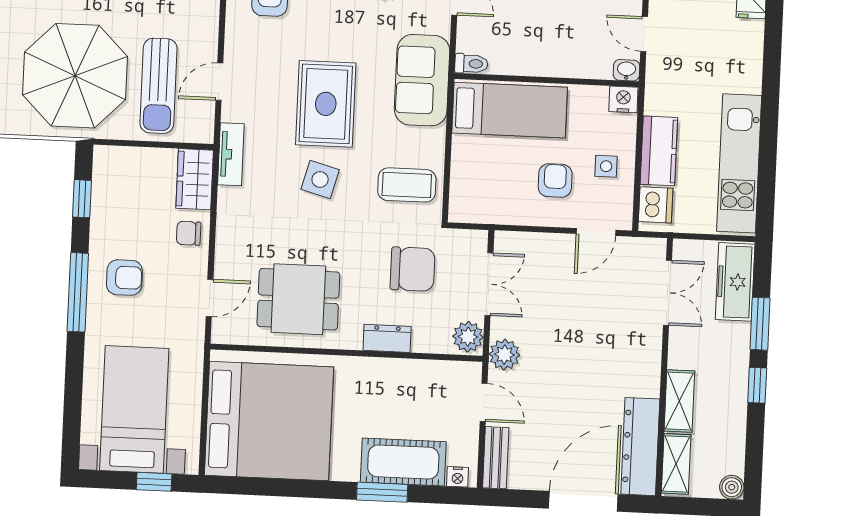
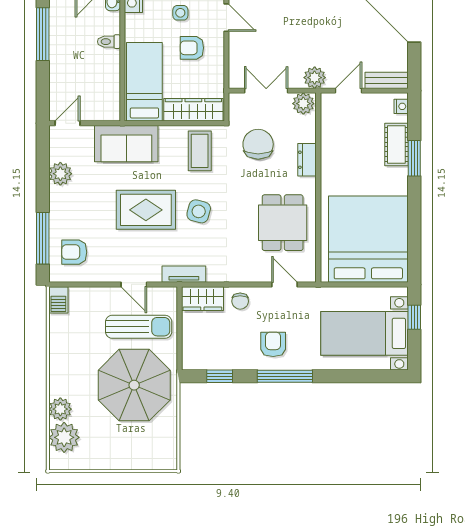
toilet: (471, 64) -> (109, 42), moved, turned -90
wardrobe: (466, 179) -> (193, 110), added
cot: (403, 462) -> (396, 145), width x0.73, depth x0.75

